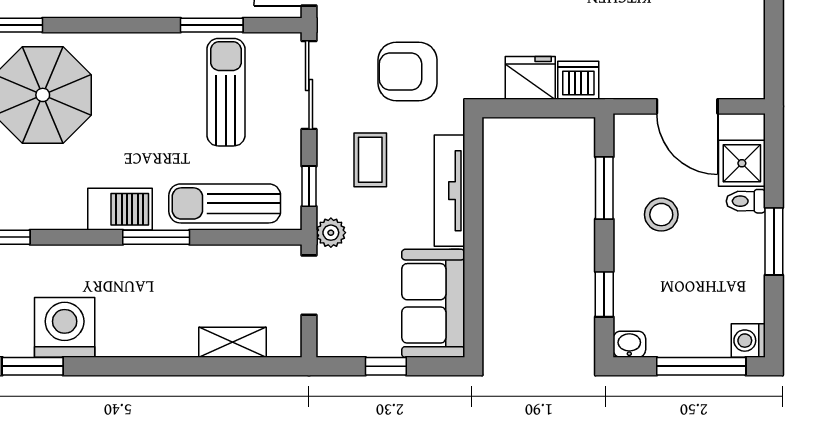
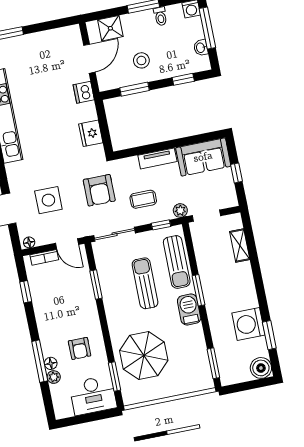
dishwasher: (578, 80) -> (84, 92), moved
sun lounger: (226, 92) -> (145, 283), moved, turned 90
tv unit: (449, 191) -> (157, 158), width x0.71
toilet: (746, 201) -> (160, 16), moved
washbasin: (629, 344) -> (201, 48), moved

